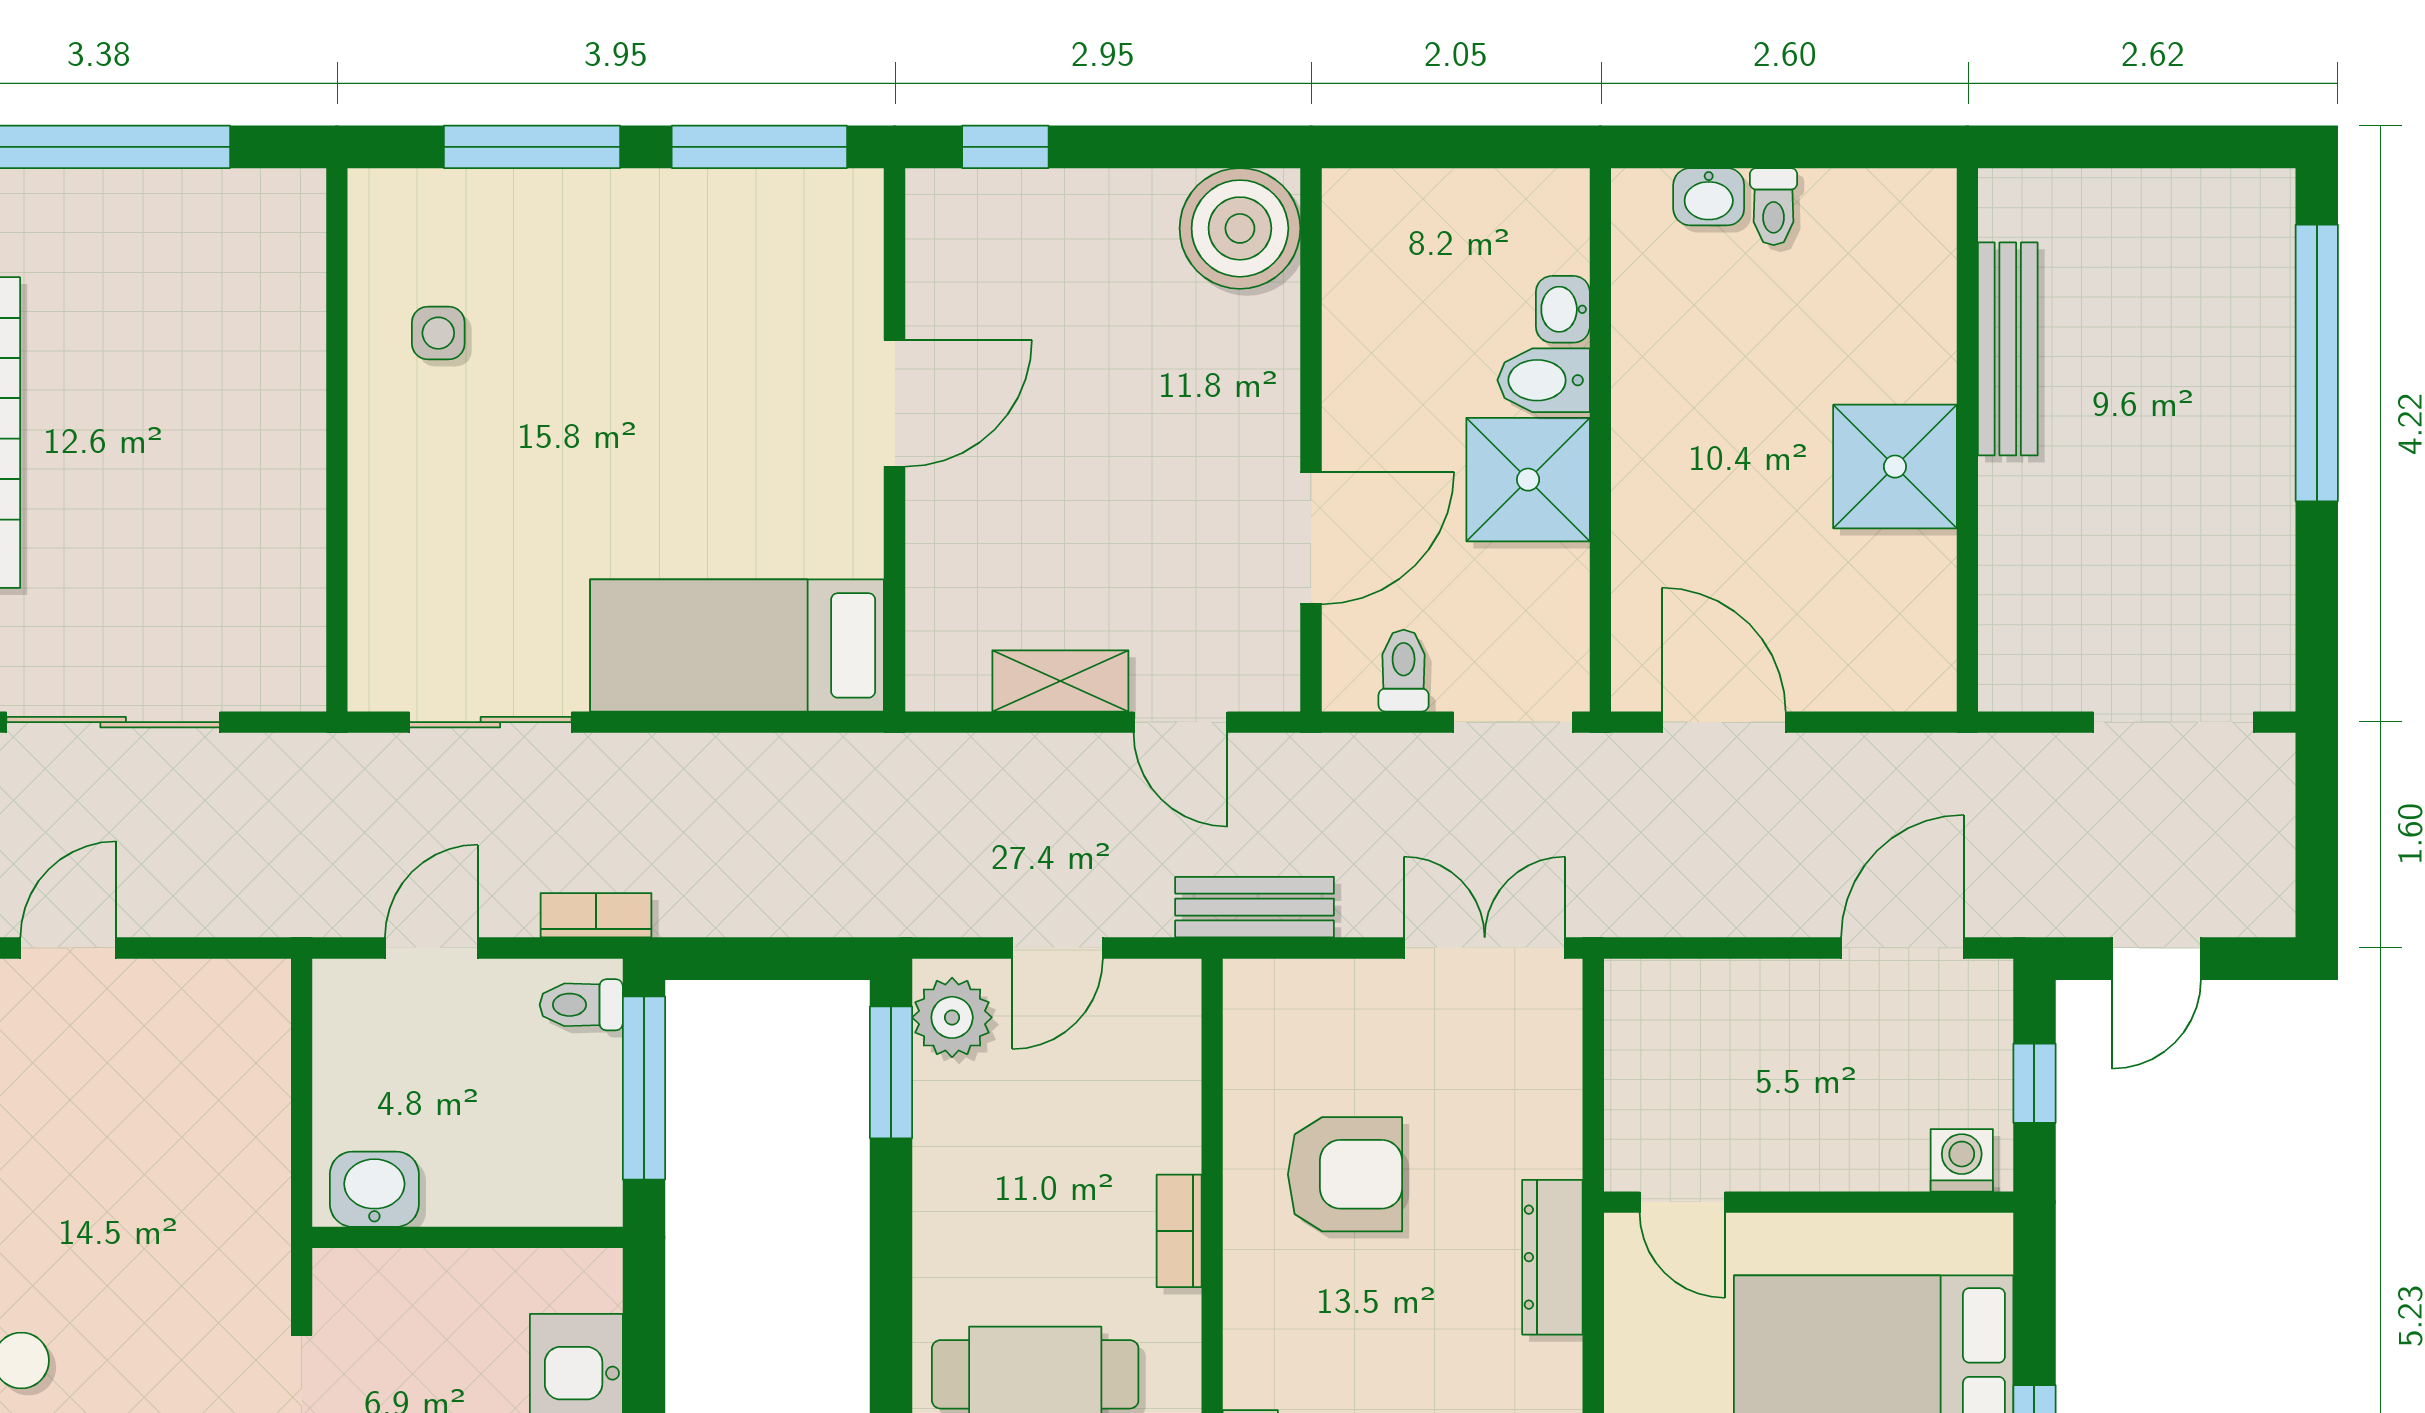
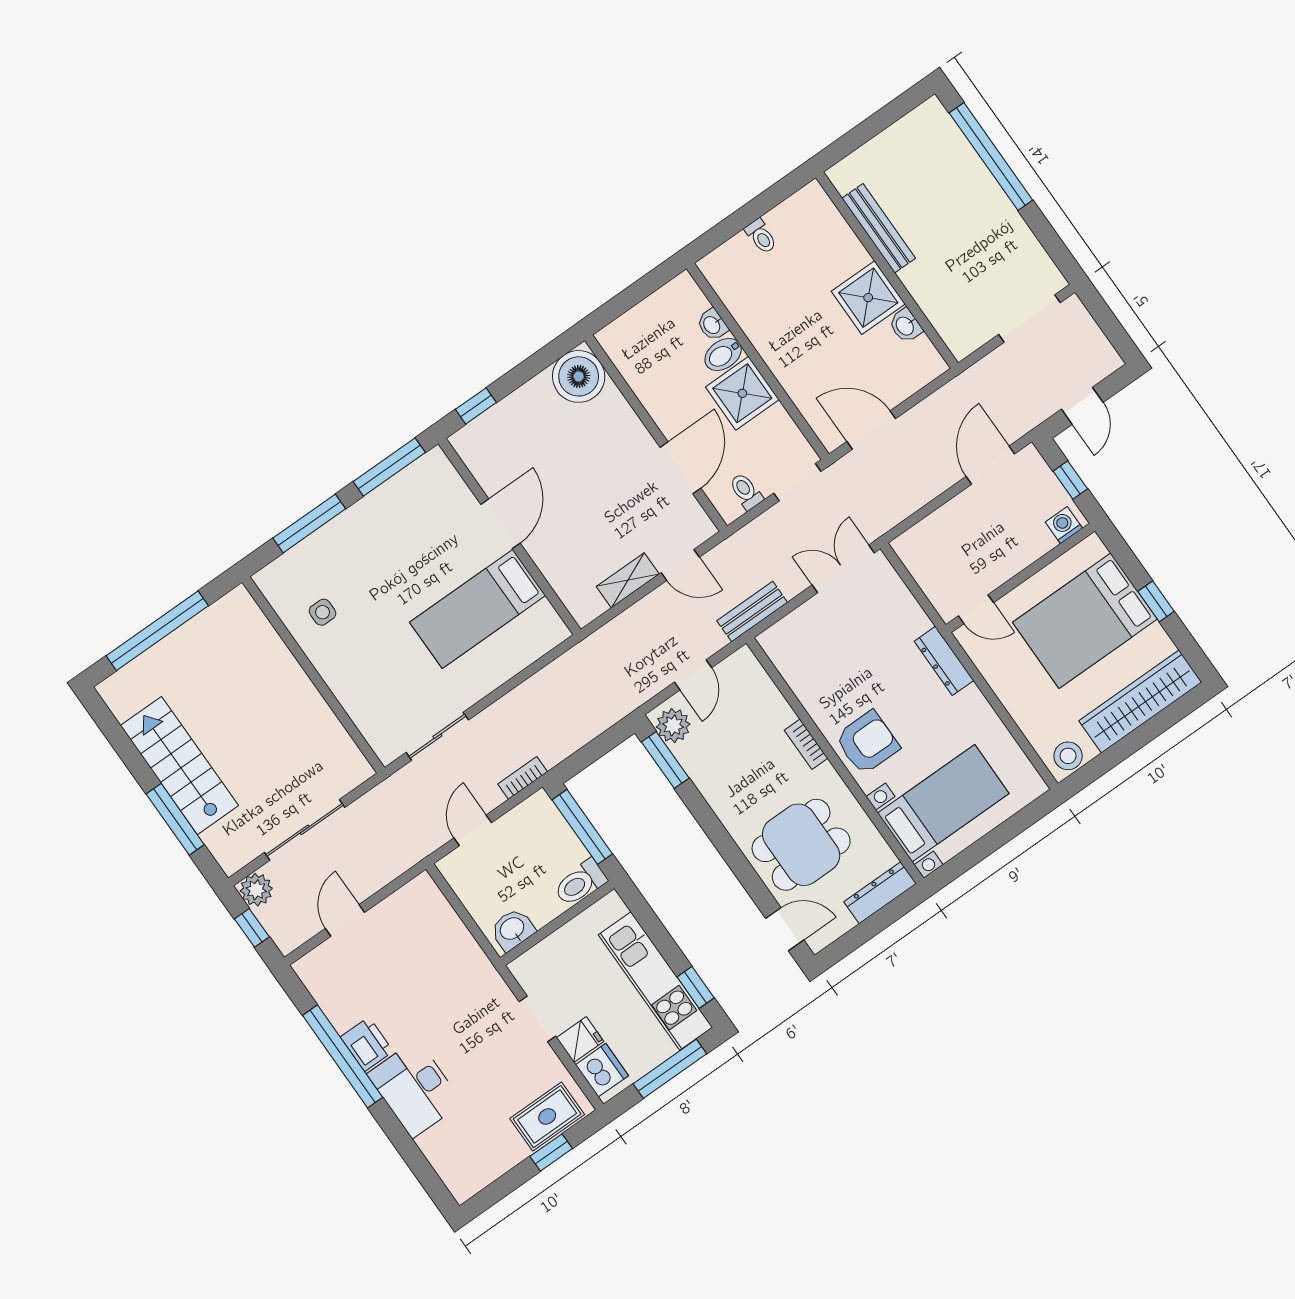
washbasin: (1709, 197) -> (905, 326), moved, turned 90
bed: (737, 645) -> (478, 609), moved
toilet: (581, 1005) -> (580, 883), moved, width x1.37, depth x1.39
armchair: (1345, 1174) -> (867, 743), moved

